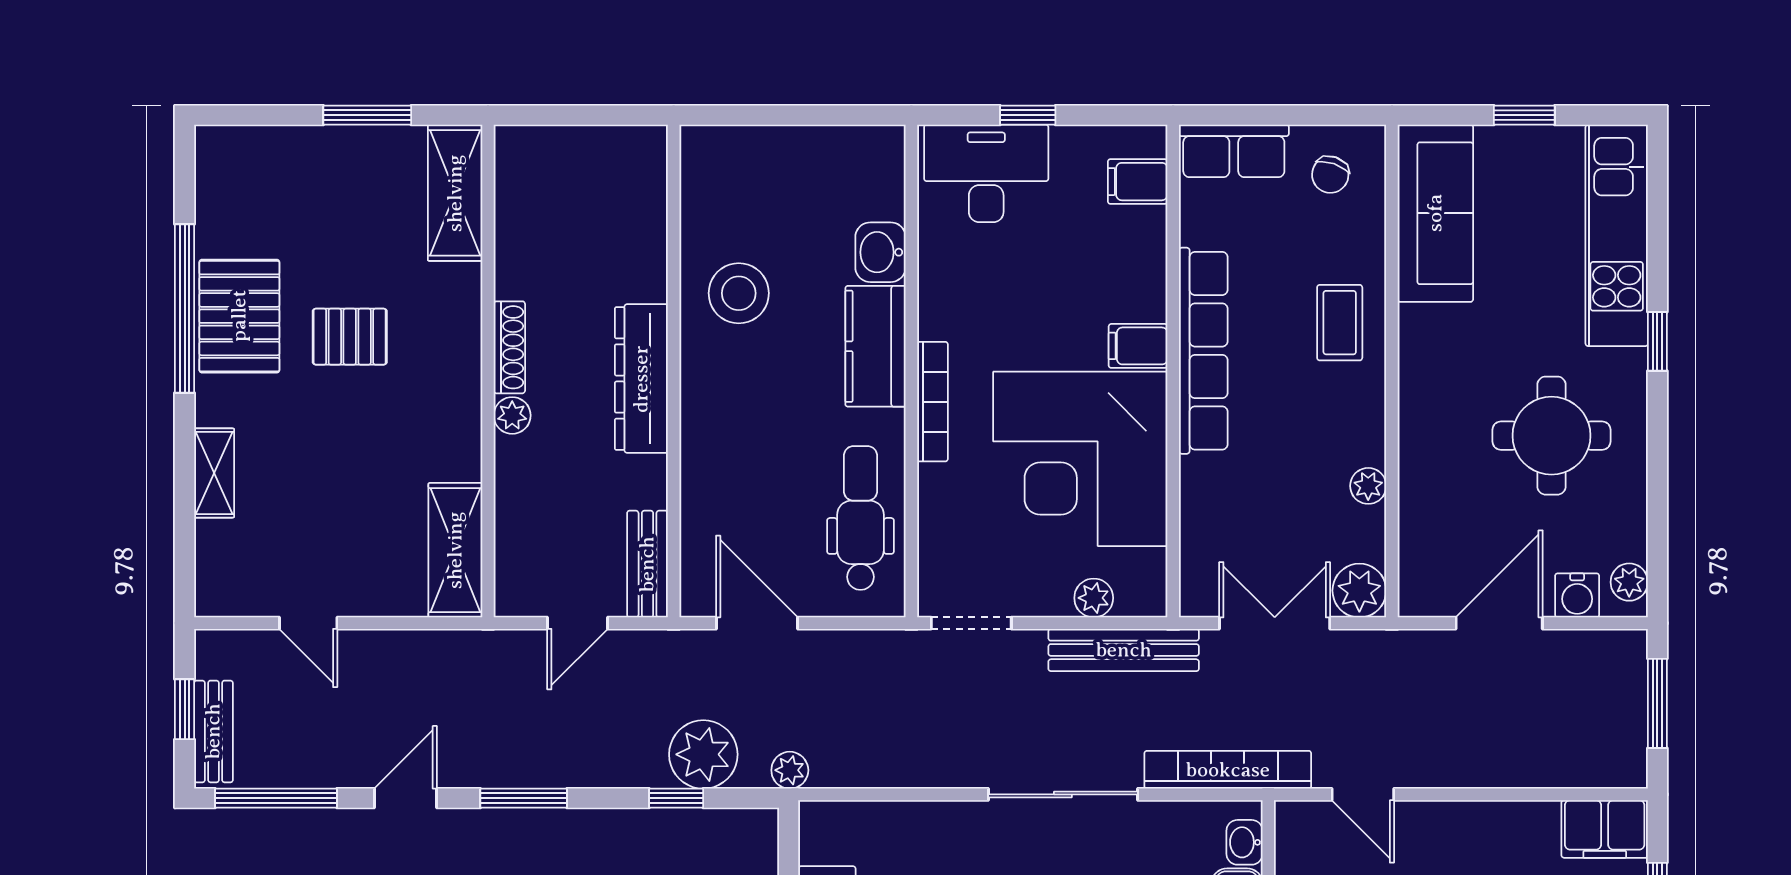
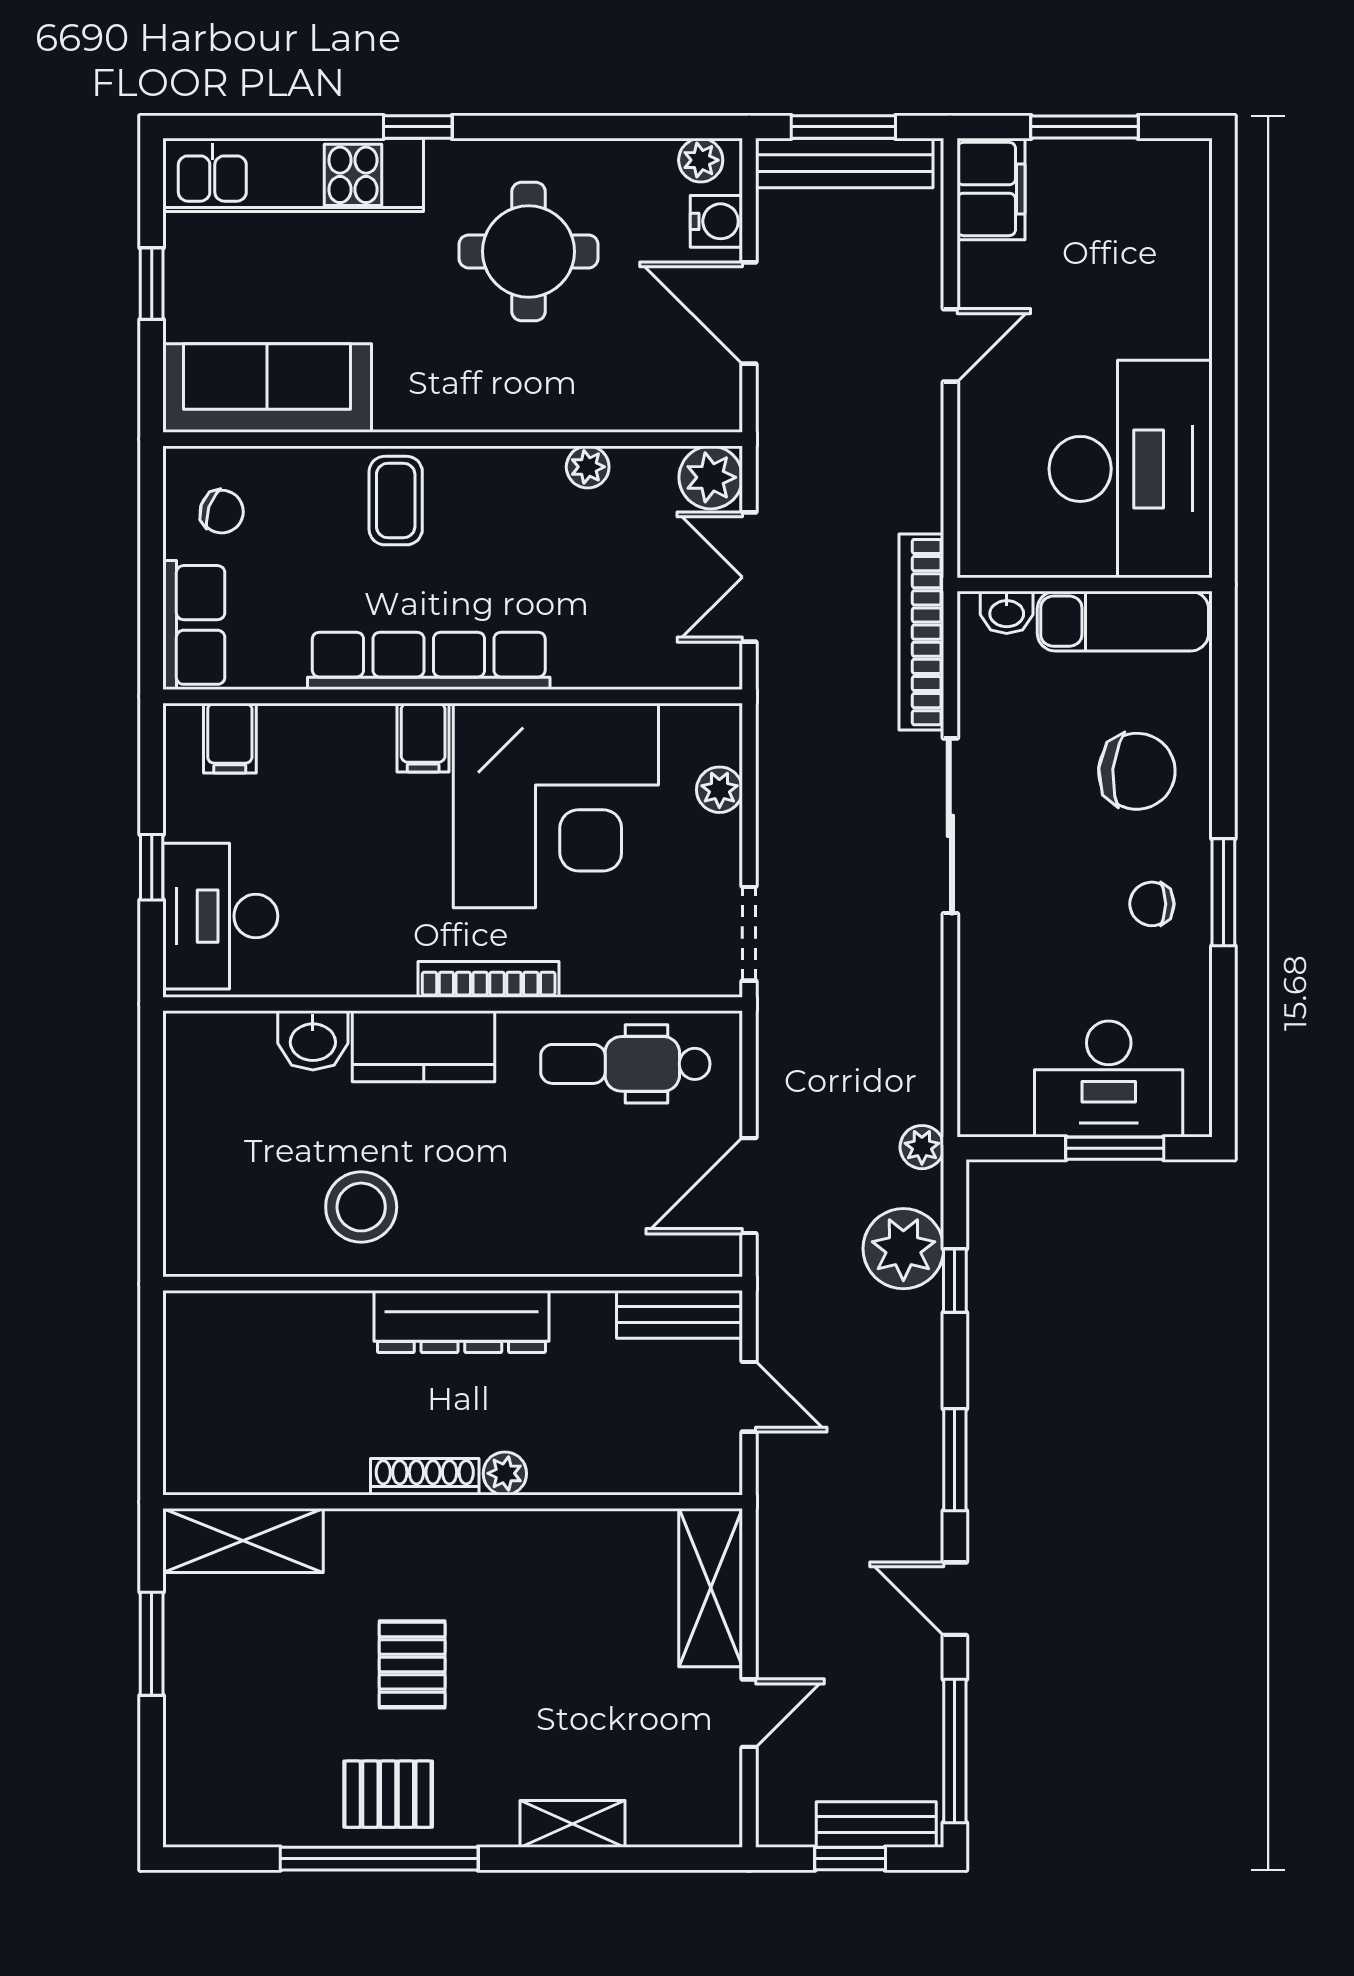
pallet: (239, 316) -> (388, 1794), width x0.67, depth x0.71
coffee table: (1340, 323) -> (396, 501), turned 90
shelving: (455, 550) -> (711, 1588), moved, turned 90
bench: (1124, 650) -> (844, 163), moved, turned 90
door: (1363, 794) -> (950, 345), moved

